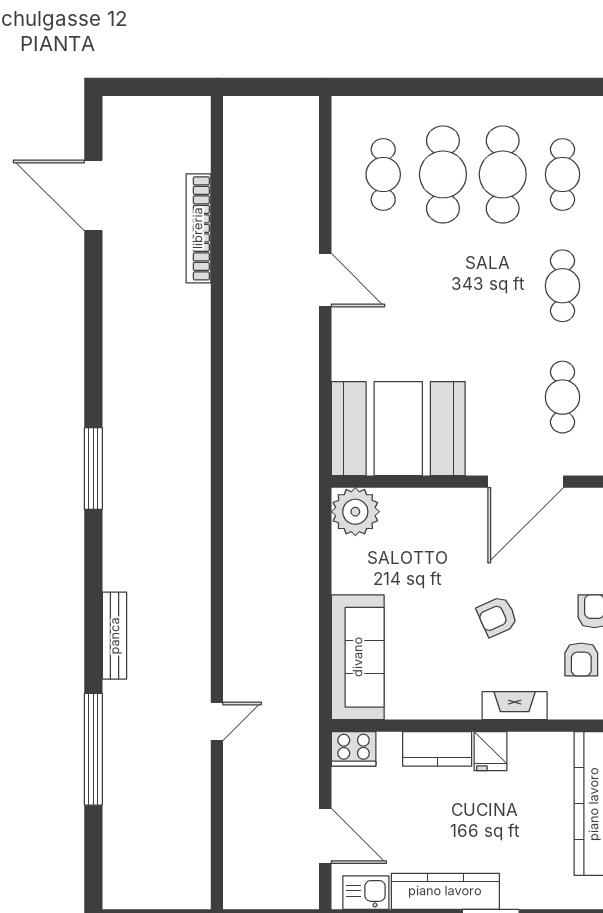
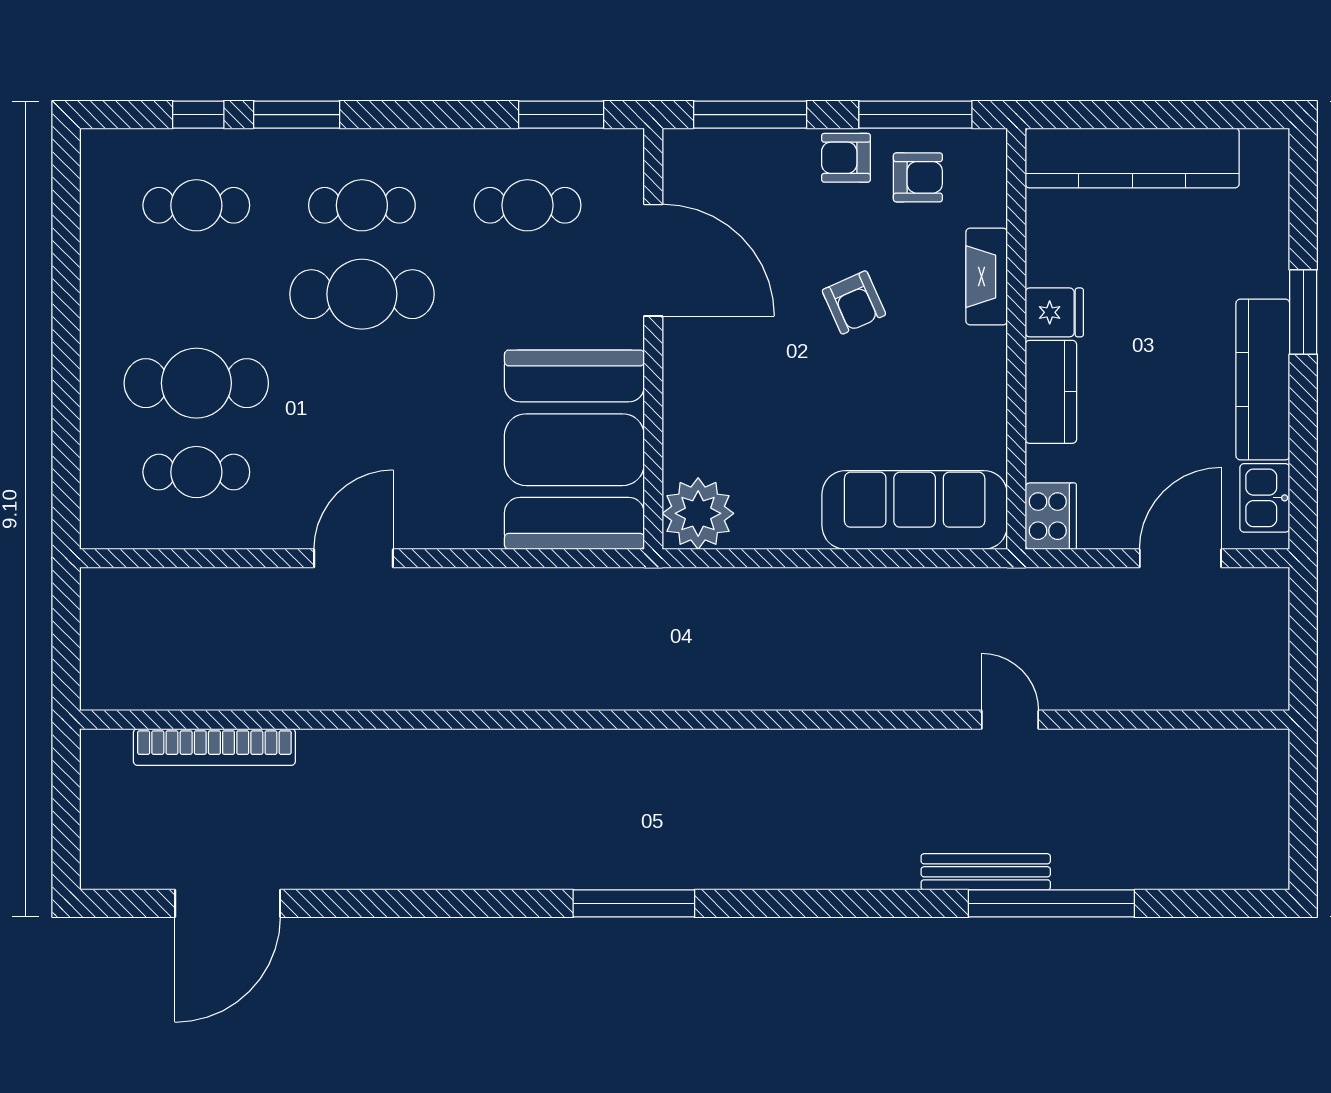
cafe table: (503, 174) -> (362, 294), moved
bookcase: (198, 228) -> (214, 747), moved
bench: (115, 636) -> (986, 872), moved

